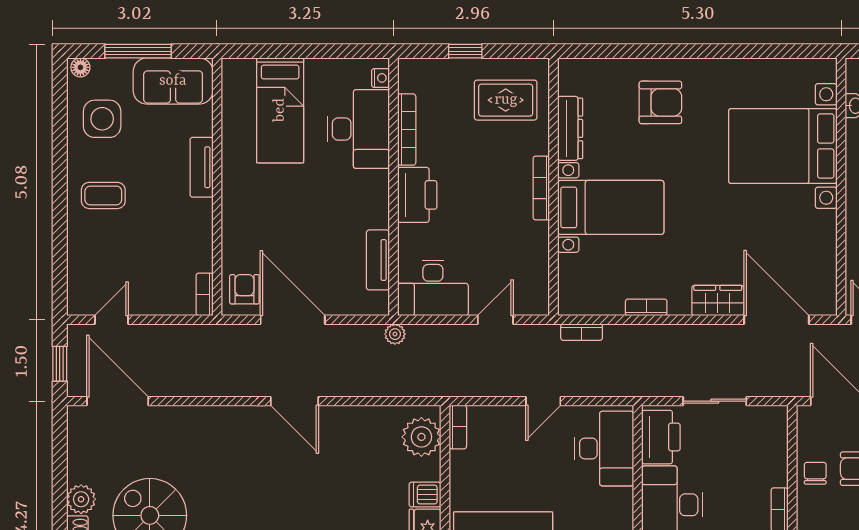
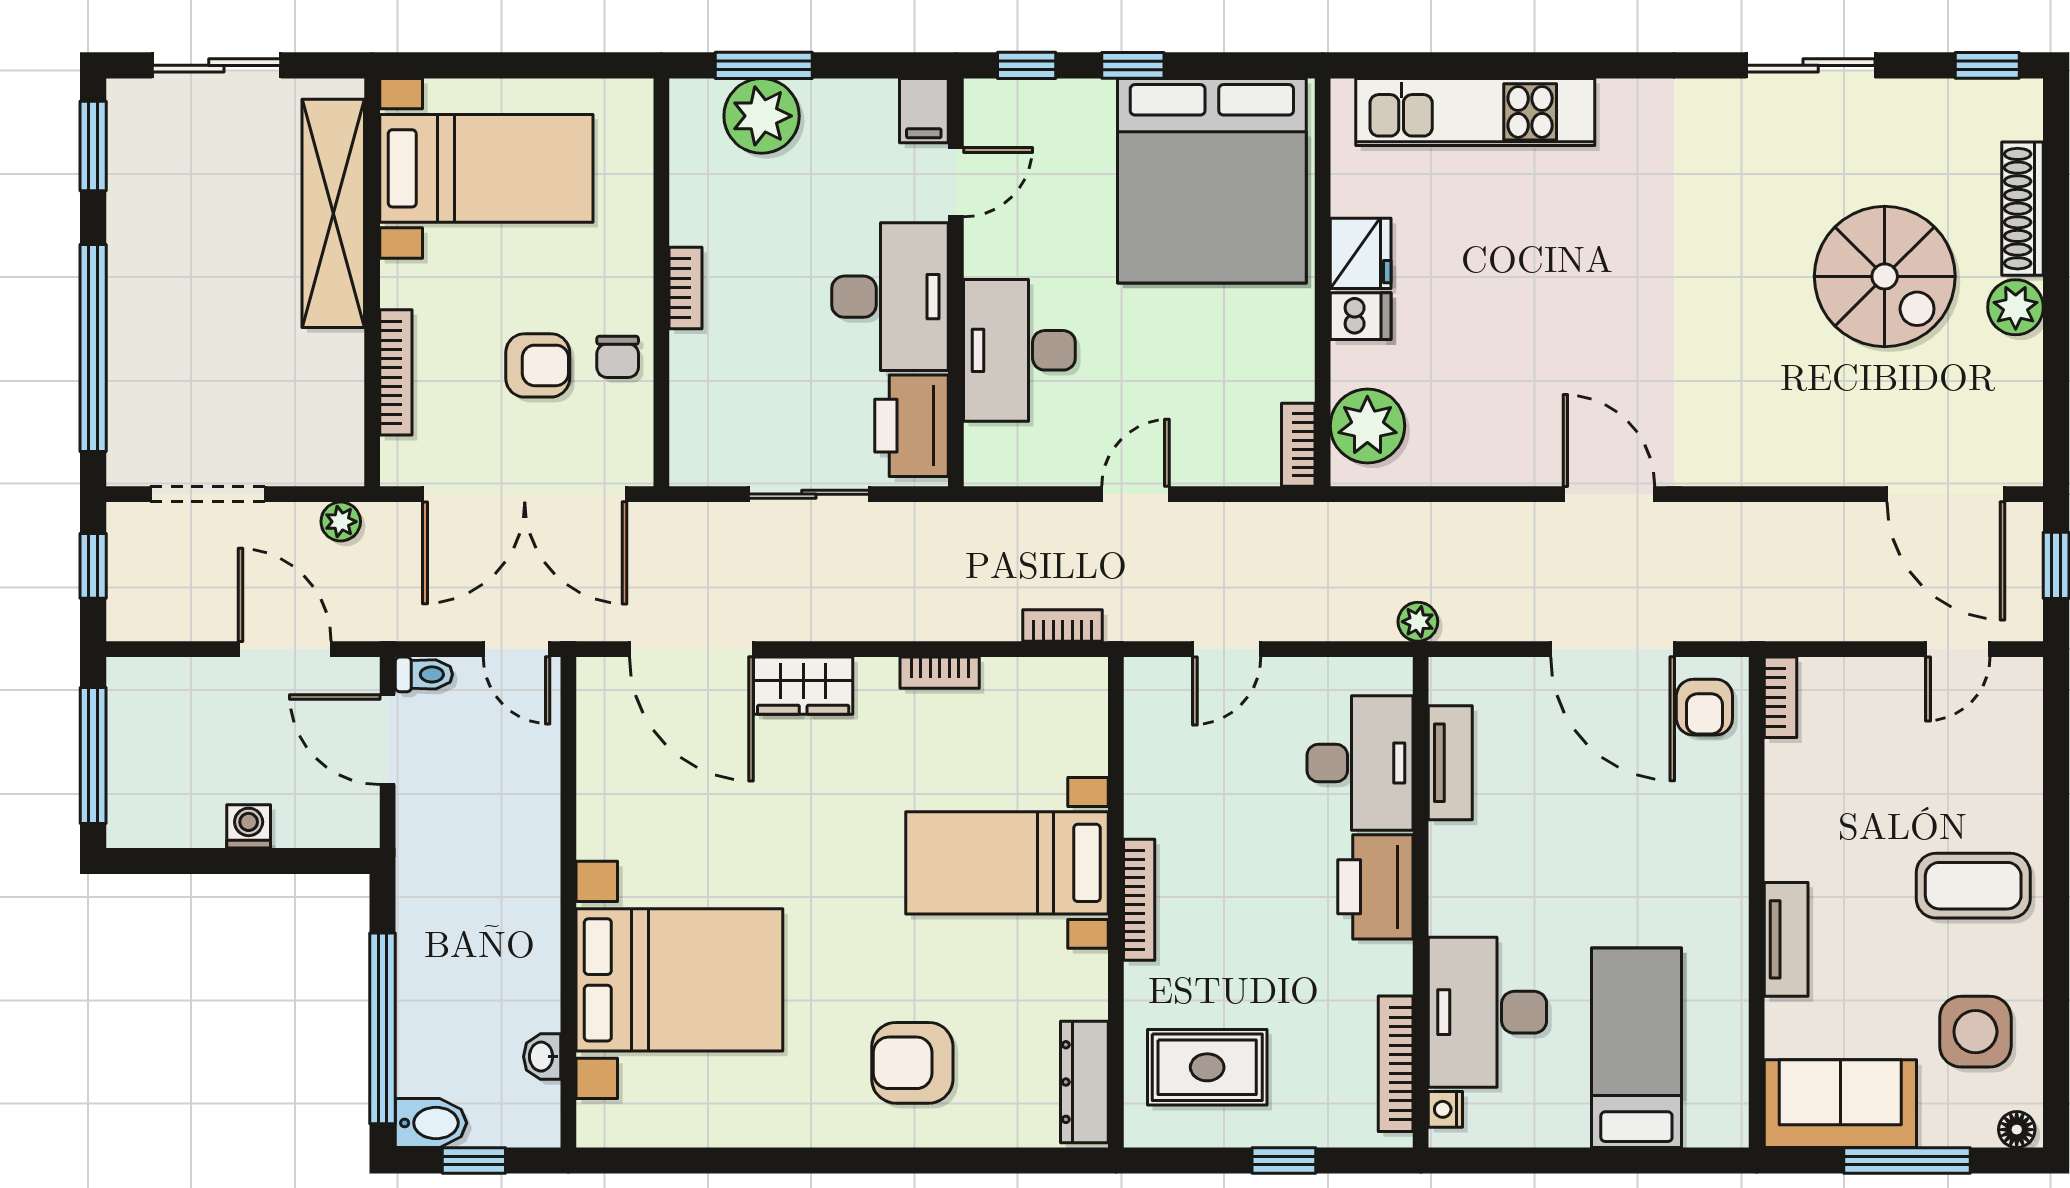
dresser: (570, 128) -> (1084, 1082), moved
bookcase: (407, 130) -> (1396, 1064), moved
coffee table: (103, 195) -> (1973, 886), width x1.36, depth x1.30
desk: (433, 288) -> (1360, 763), moved, turned 90
desk: (604, 449) -> (1019, 350), moved

